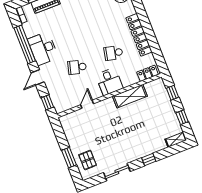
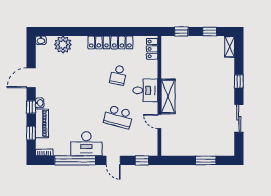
school desk: (77, 67) -> (118, 117), width x1.85
shelving: (130, 96) -> (168, 96), moved
pallet: (88, 160) -> (215, 143), removed

